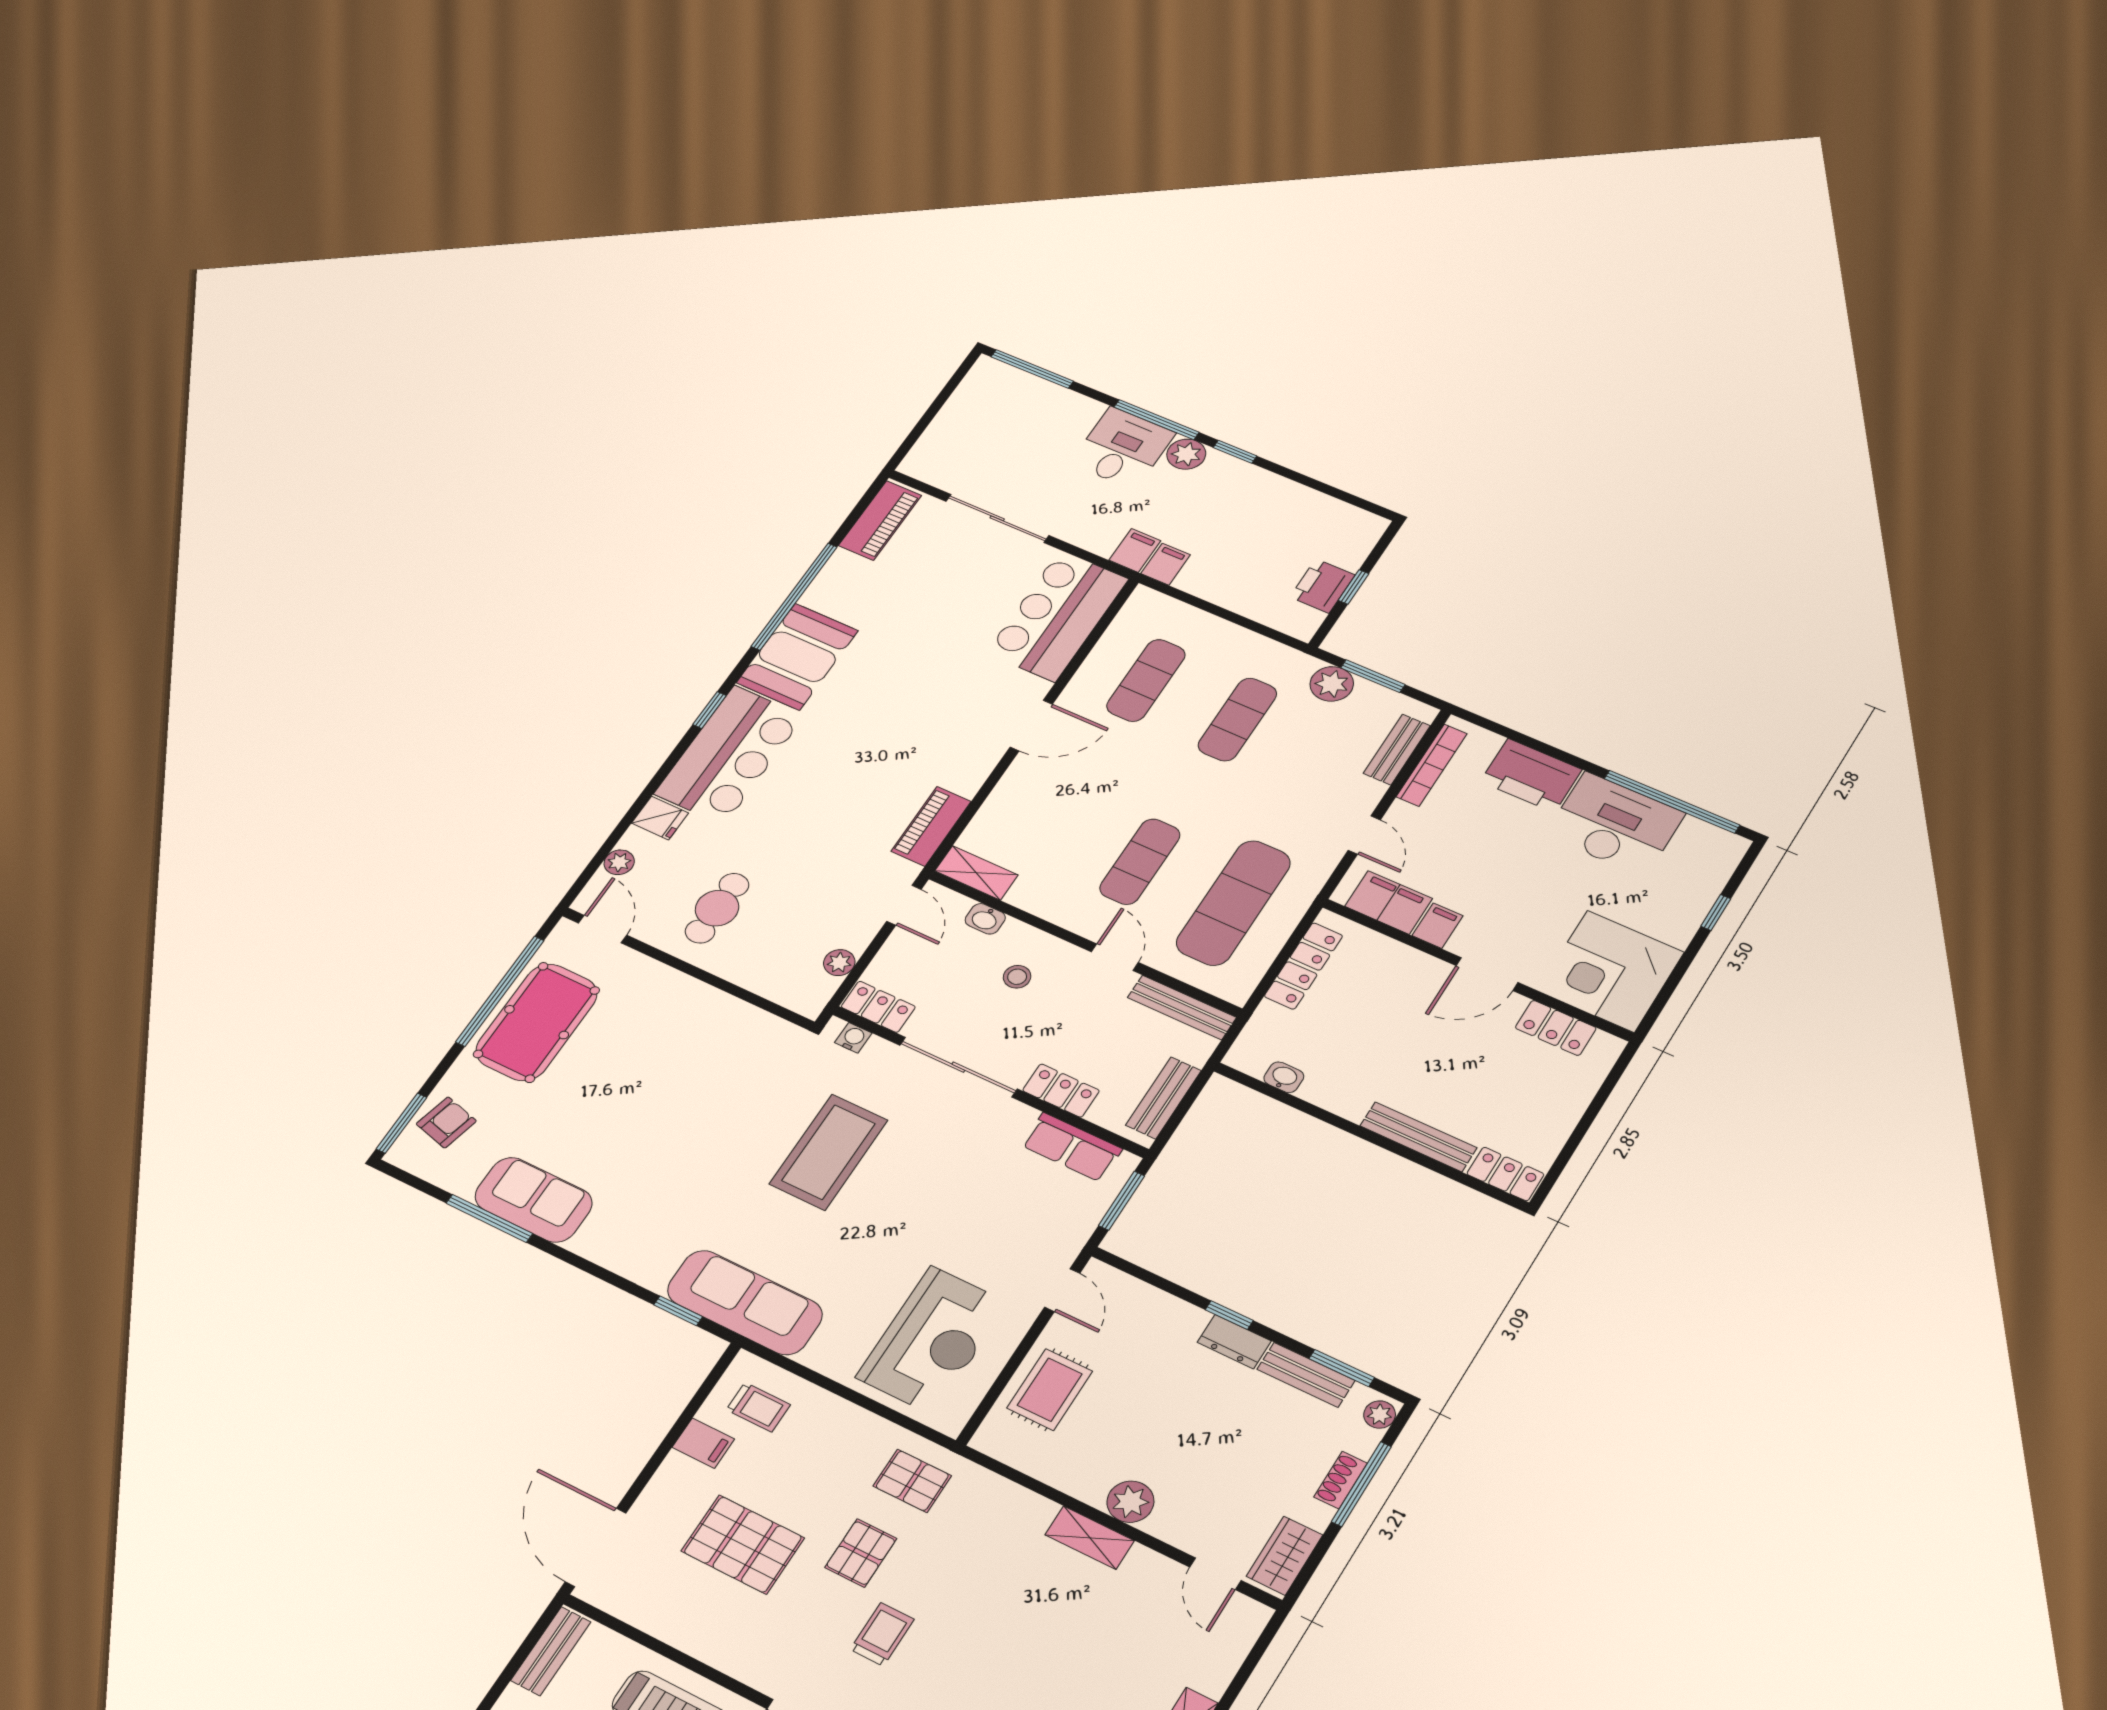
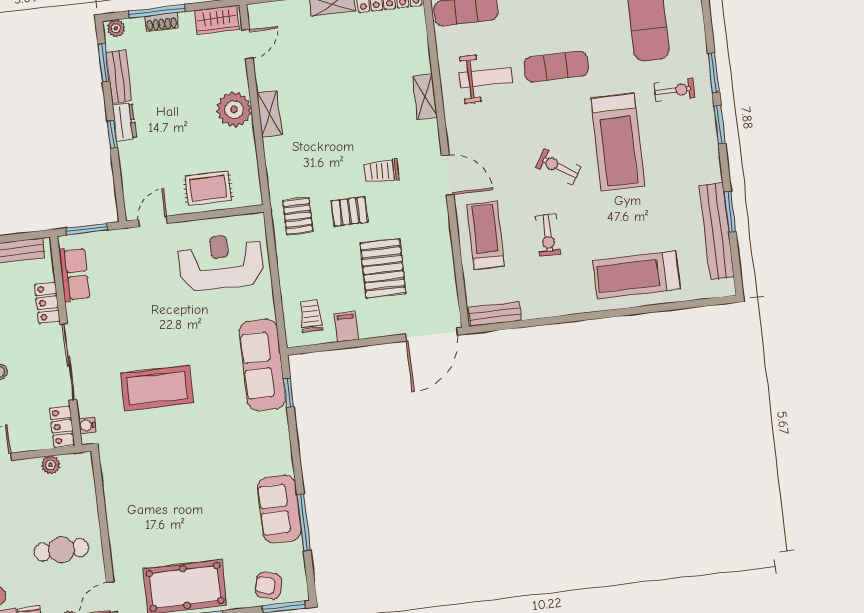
plant: (1130, 1502) -> (234, 109), width x1.36, depth x1.36

